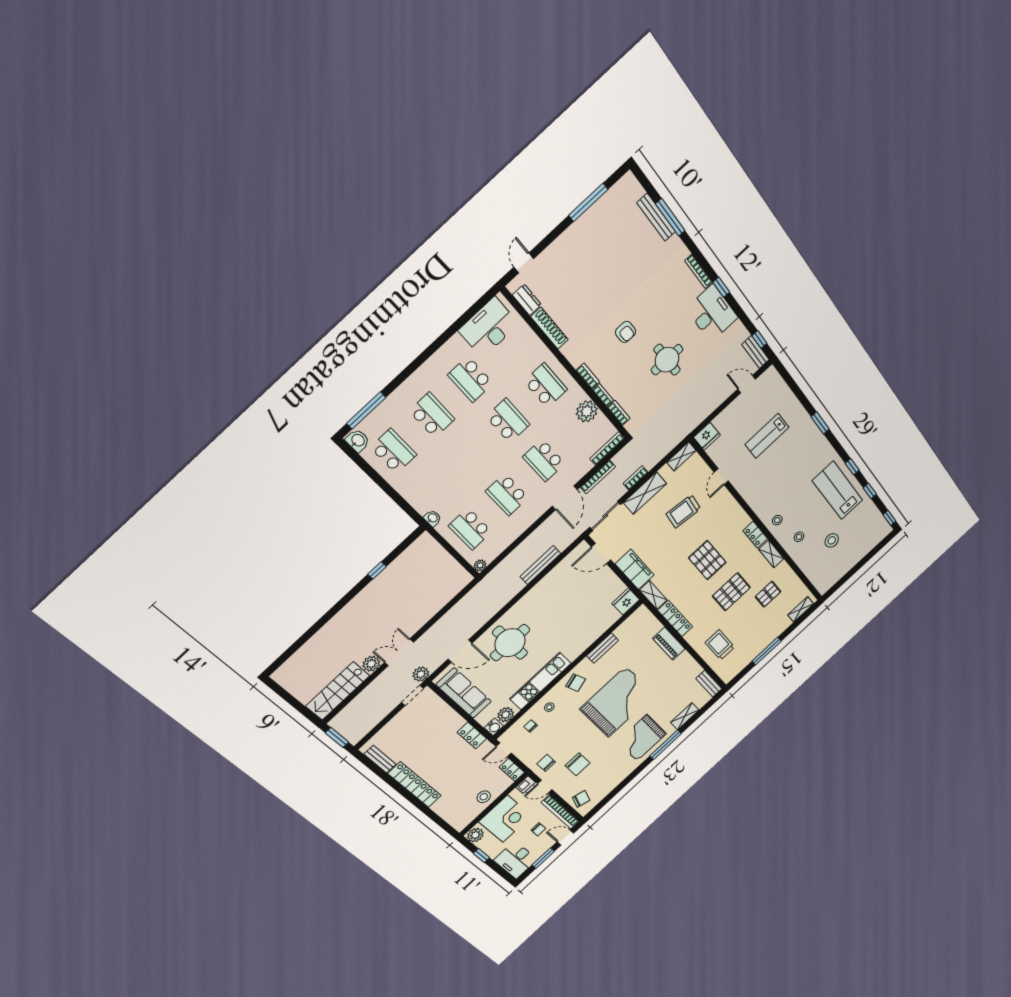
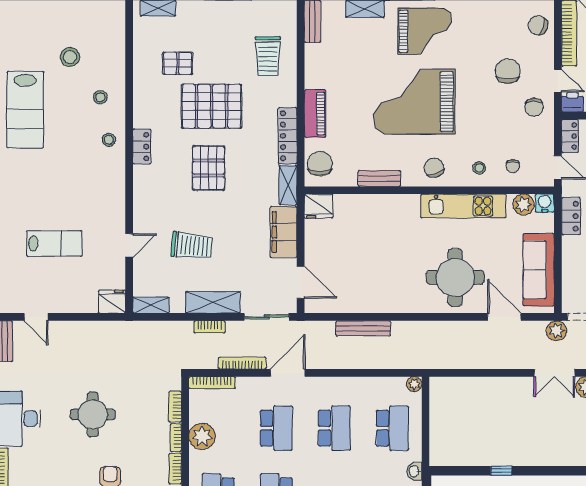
shelving: (771, 554) -> (142, 107), removed
pallet: (731, 592) -> (212, 106), width x1.37, depth x1.41
chair: (644, 623) -> (320, 164), added

